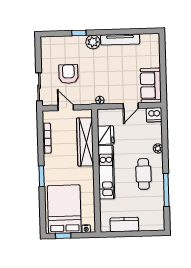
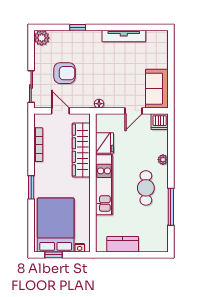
plant: (93, 42) -> (42, 38), moved
armchair: (68, 74) -> (64, 73), turned 90

